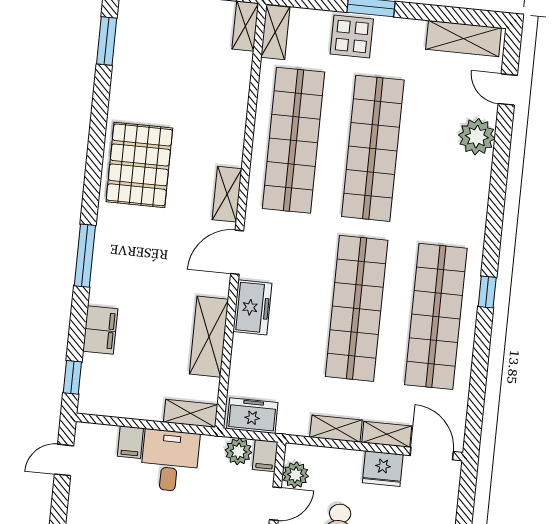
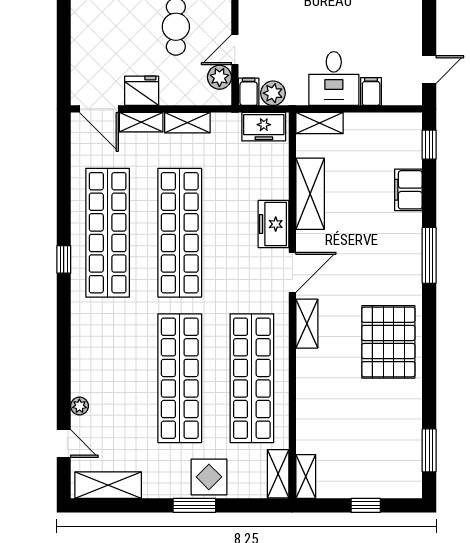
plant: (477, 137) -> (79, 406), width x0.53, depth x0.53

